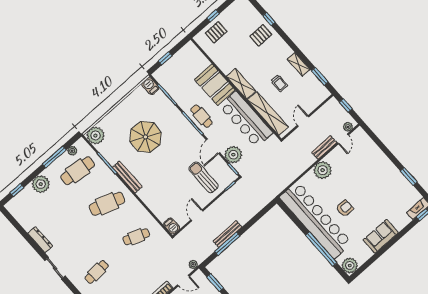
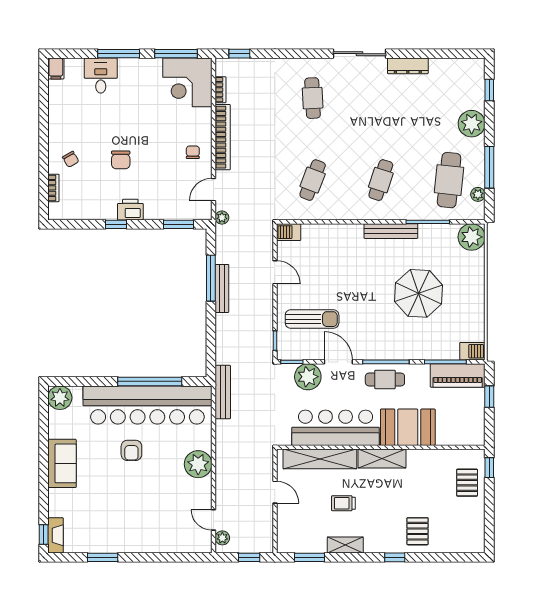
window: (213, 16) -> (489, 468), moved
window: (269, 19) -> (395, 557), moved
piano: (168, 83) -> (458, 375), added
bench: (324, 147) -> (223, 392), moved, width x1.36
cafe table: (107, 204) -> (381, 180), width x0.73, depth x0.74
window: (321, 249) -> (150, 381), moved
sliding door: (55, 268) -> (360, 54), width x1.37

